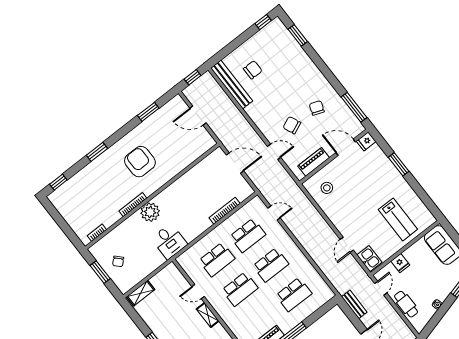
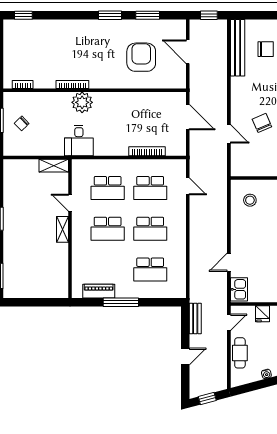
window: (97, 152) -> (110, 15), moved
armchair: (140, 162) -> (141, 57), moved
piano: (314, 162) -> (256, 169), removed
shelving: (141, 293) -> (54, 166), moved

